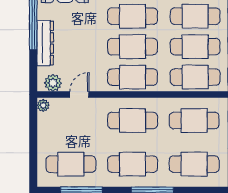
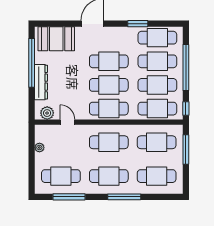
door: (79, 95) -> (68, 122), hinge flipped
plant: (43, 105) -> (39, 147), moved

